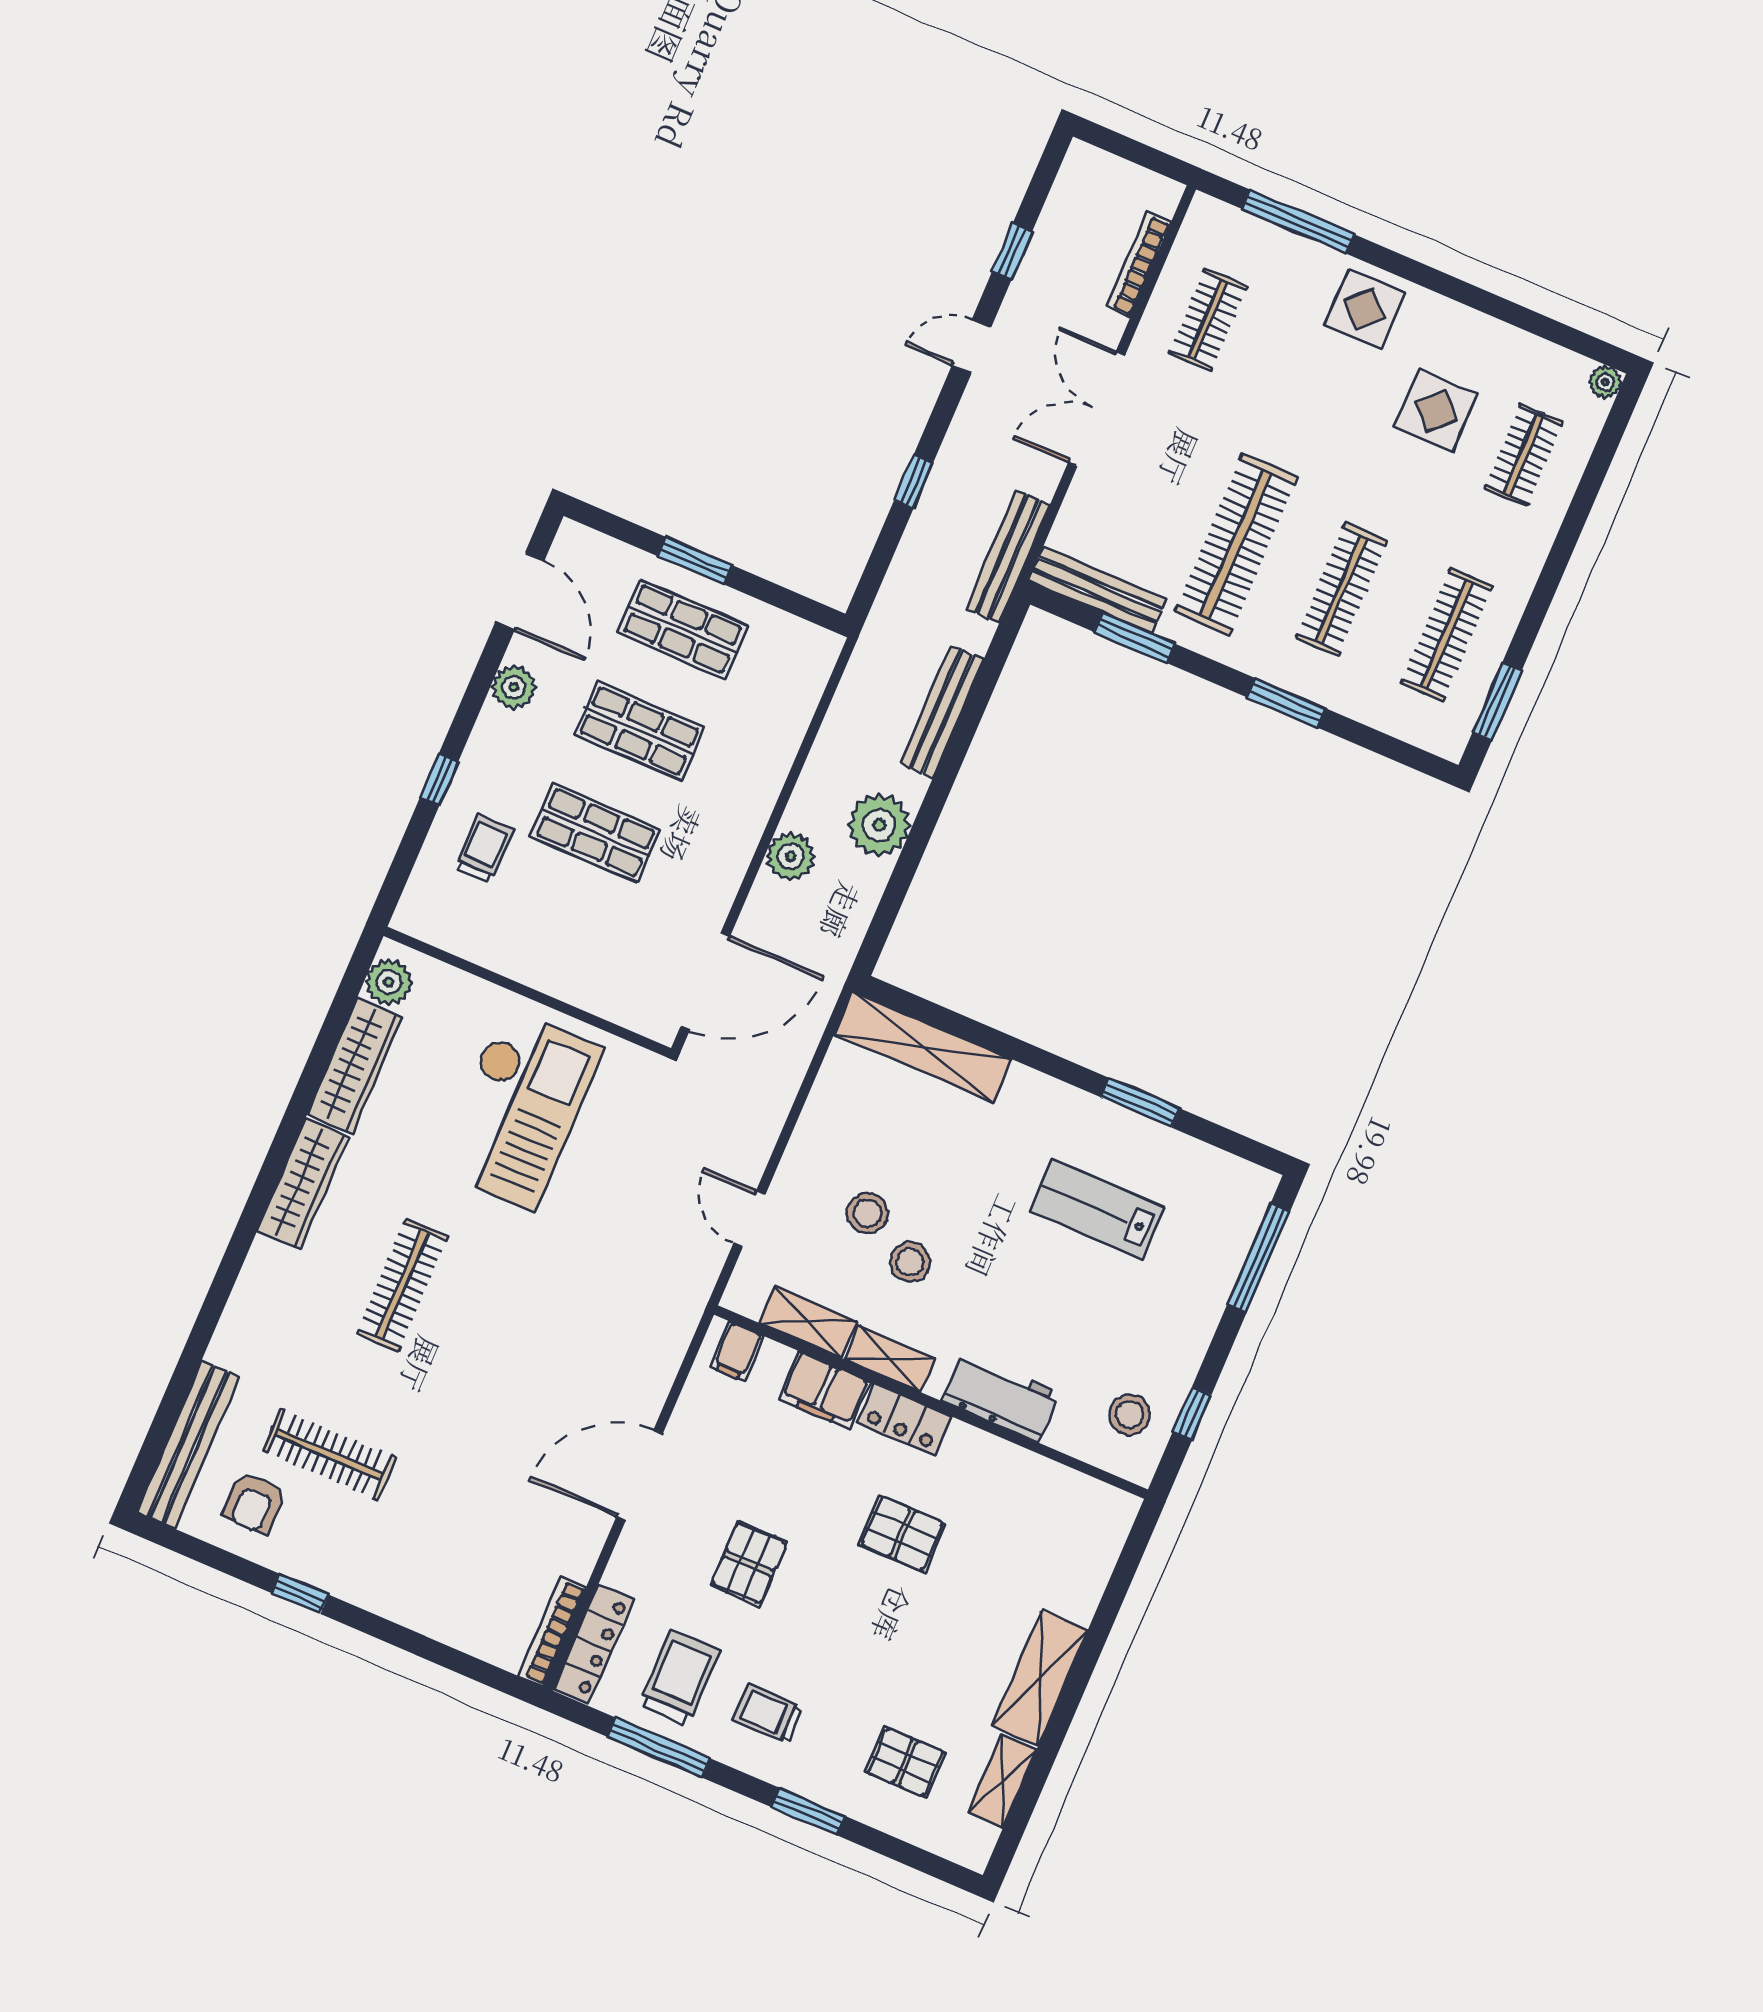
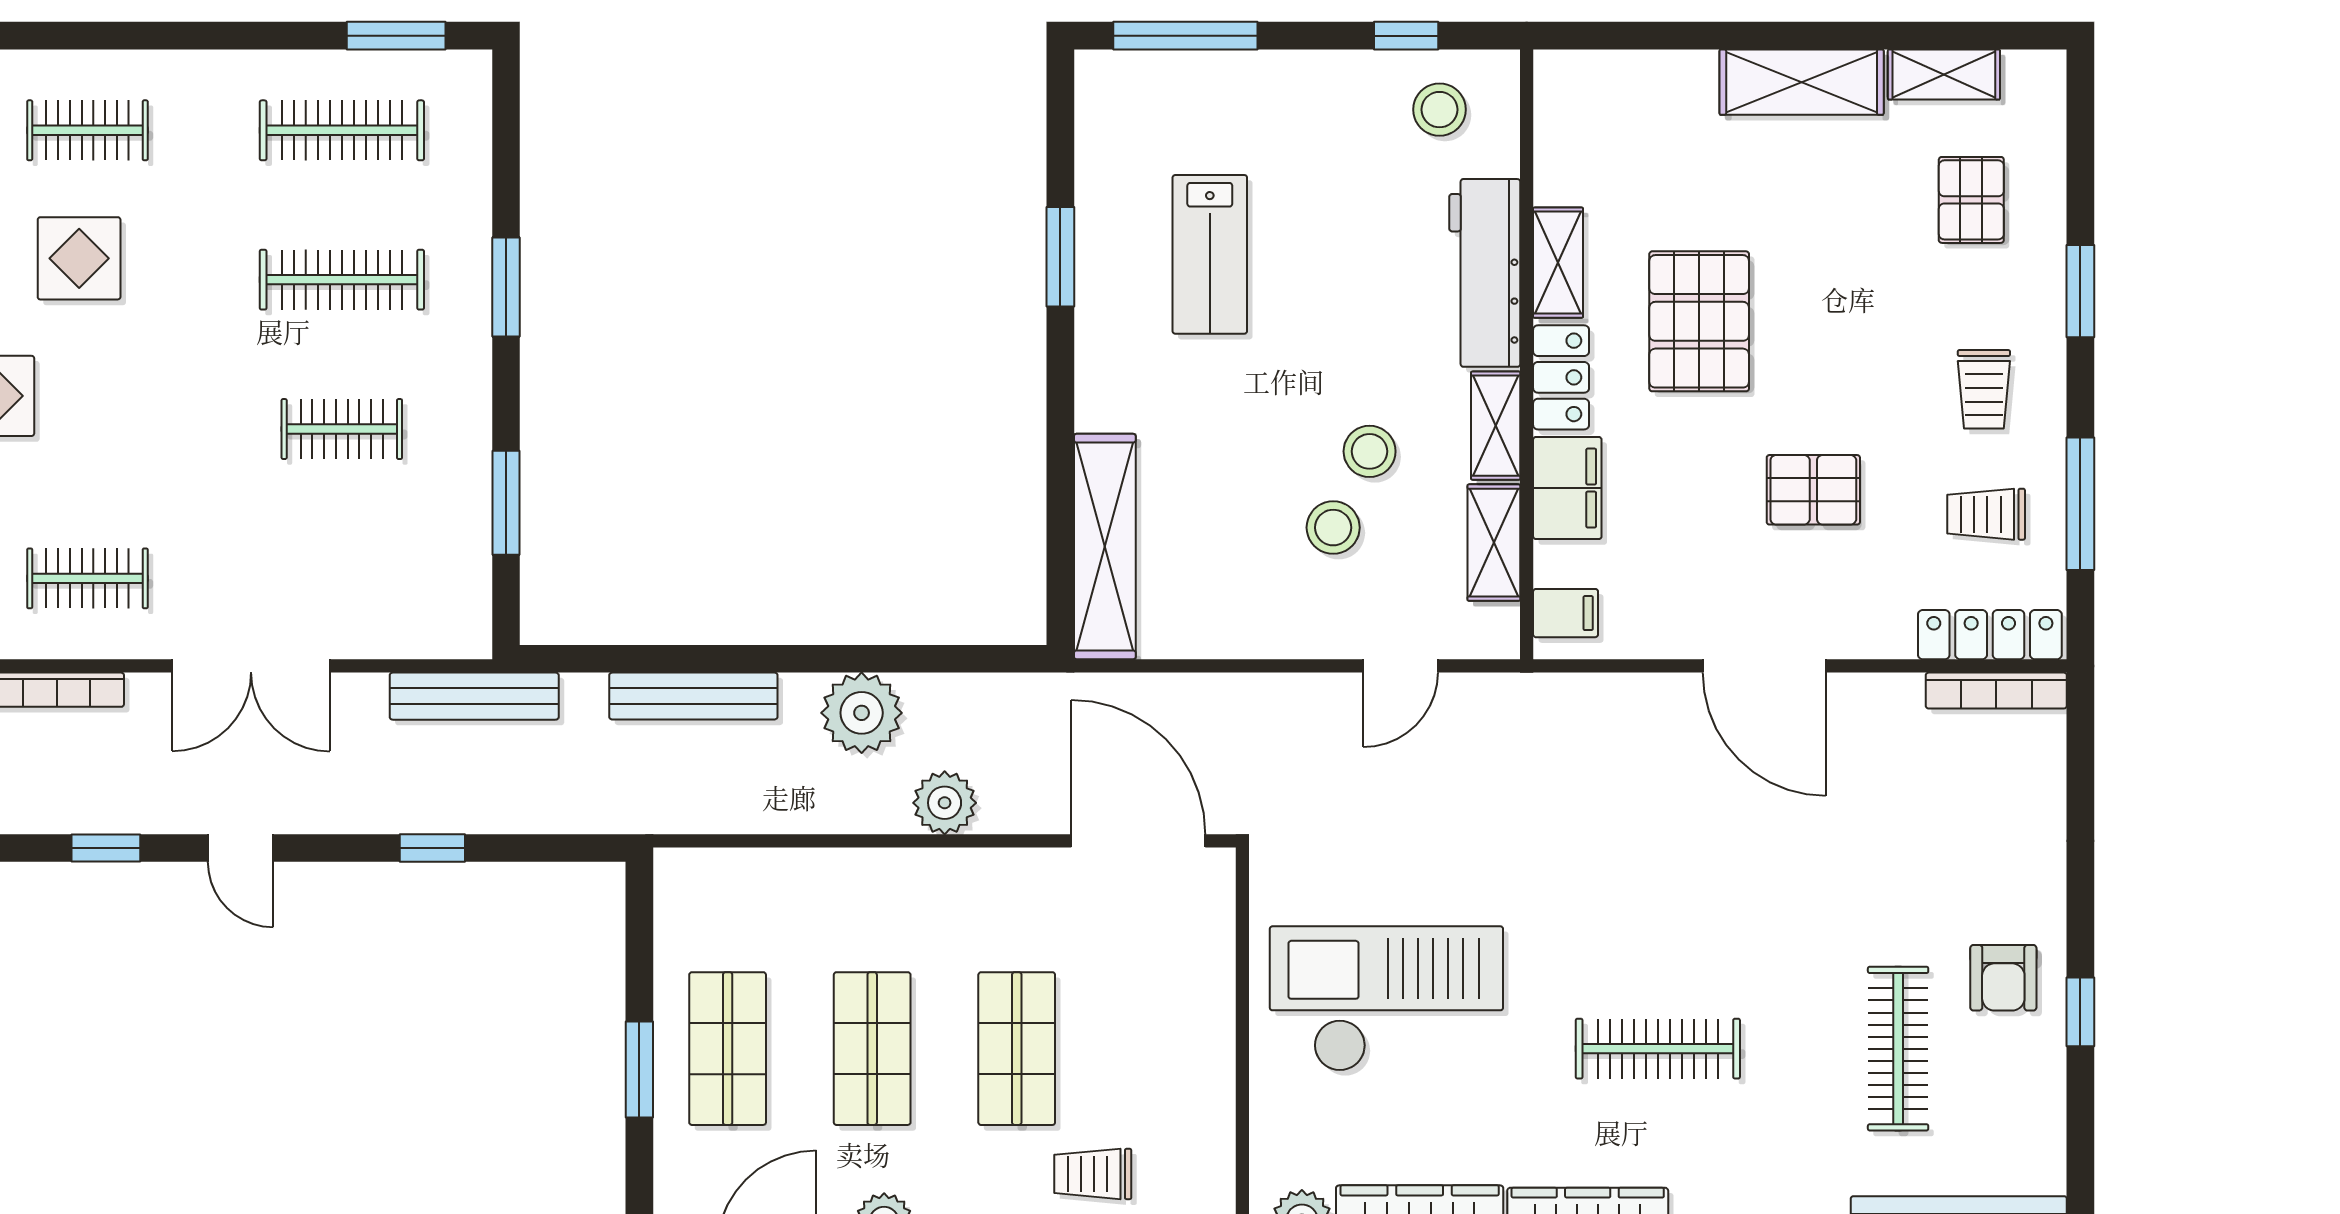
clothes rail: (1236, 544) -> (342, 429), width x0.54, depth x0.76
bench: (1098, 590) -> (468, 572), removed
workbench: (1001, 1397) -> (1485, 273), width x1.38
shelving: (986, 1452) -> (1558, 263), added
armchair: (254, 1503) -> (2003, 978), moved, turned 90
pallet: (902, 1534) -> (1699, 321), width x1.50, depth x1.42
trolley: (679, 1678) -> (1986, 514), width x0.73, depth x0.72

